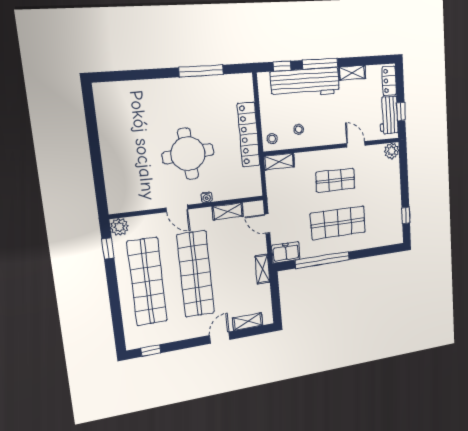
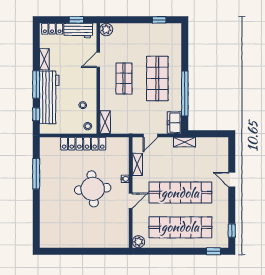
window: (108, 248) -> (213, 251), moved
shelving: (248, 322) -> (223, 157), removed

